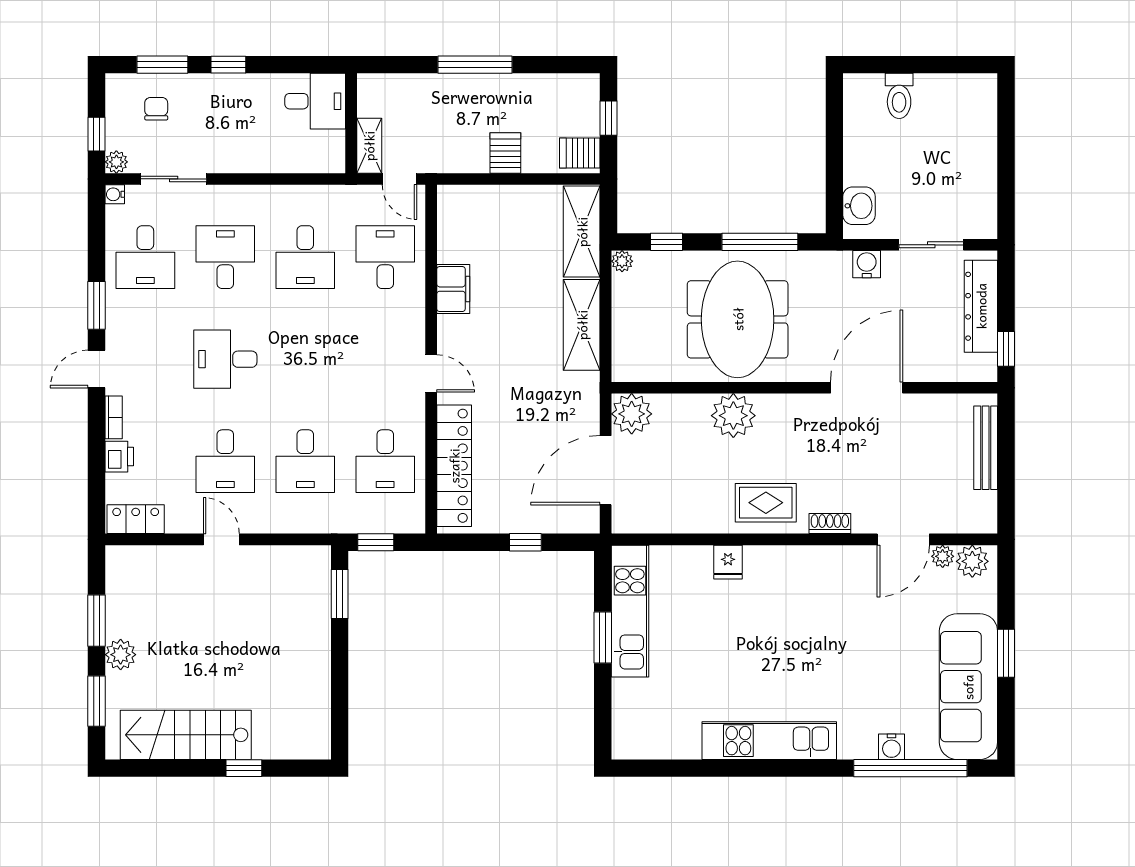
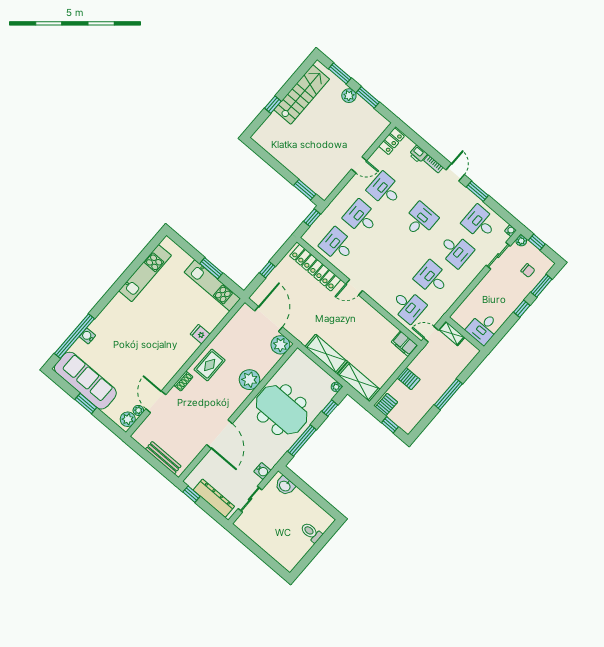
filing cabinet: (453, 289) -> (404, 344), moved
kitchen unit: (769, 741) -> (145, 273), moved

